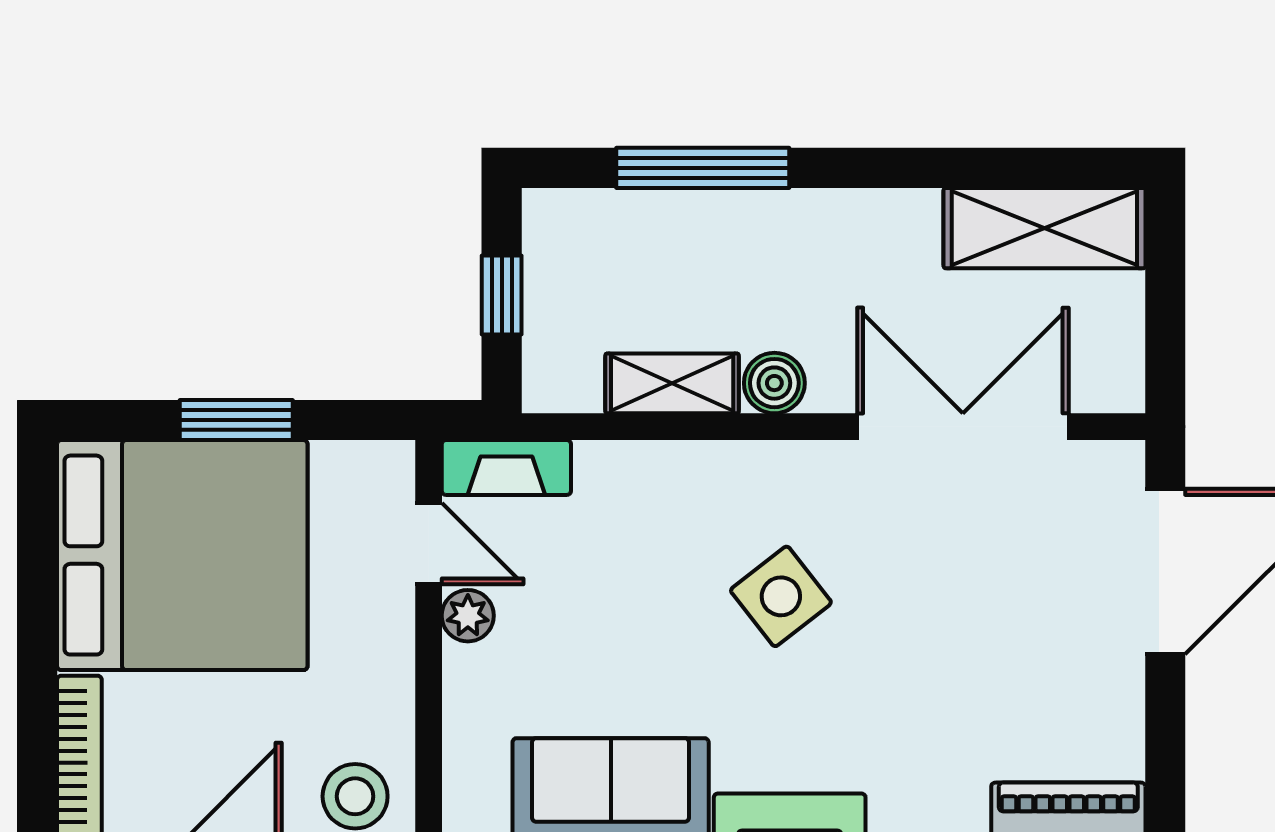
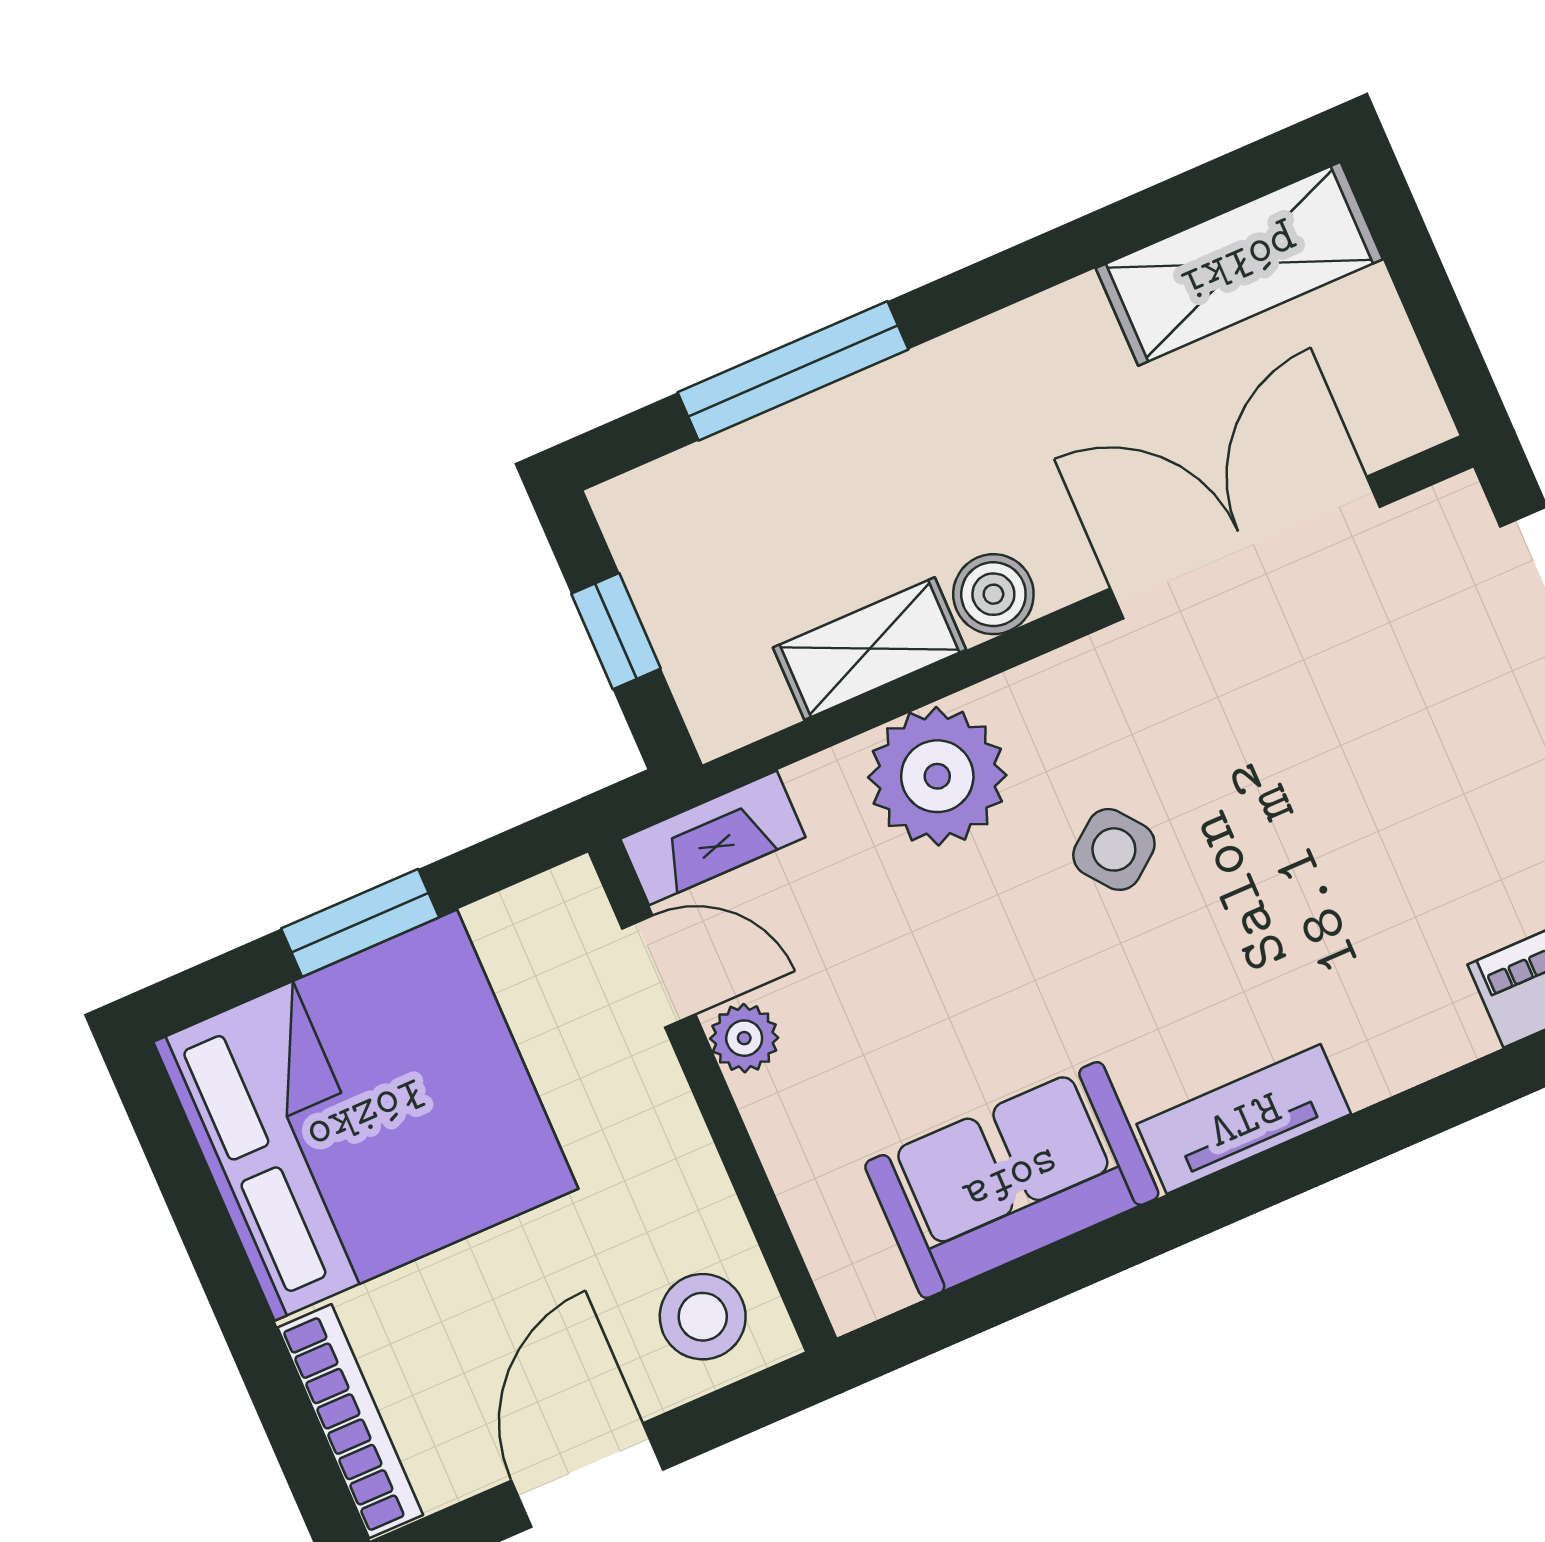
plant: (681, 492) -> (937, 776), added
side table: (781, 596) -> (1114, 849), width x0.73, depth x0.73

